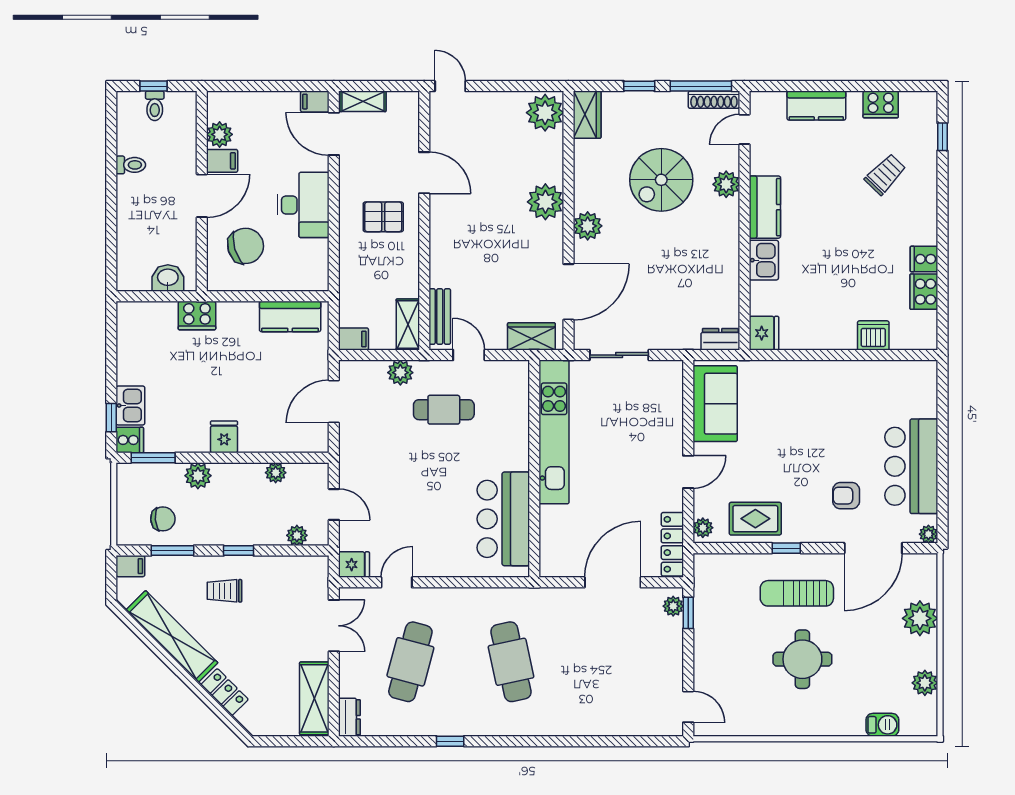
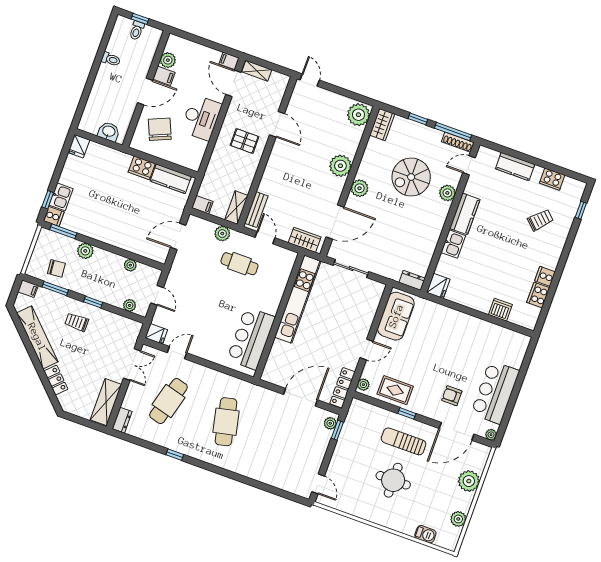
chair: (246, 246) -> (160, 129), turned -96
cooker: (197, 316) -> (142, 168), moved
fridge: (224, 437) -> (79, 146), moved, turned 180

